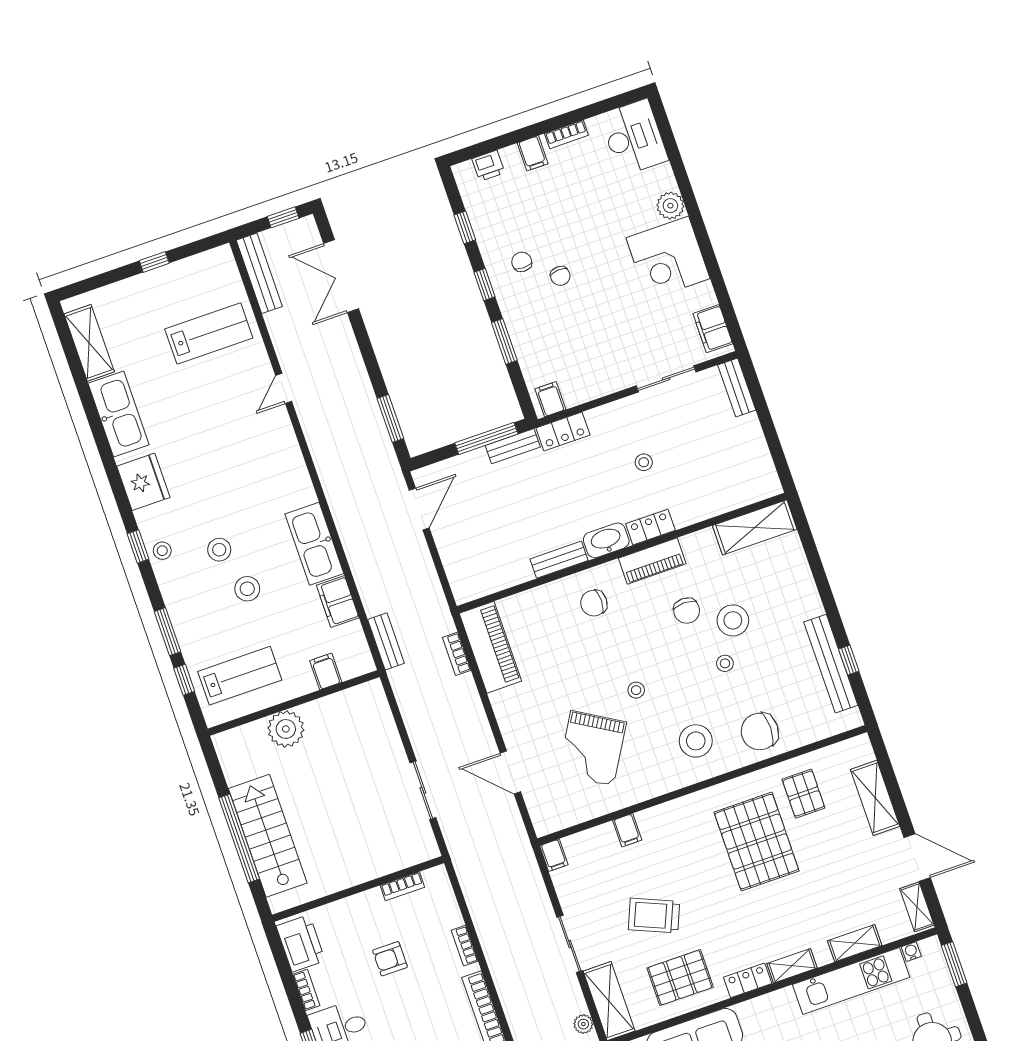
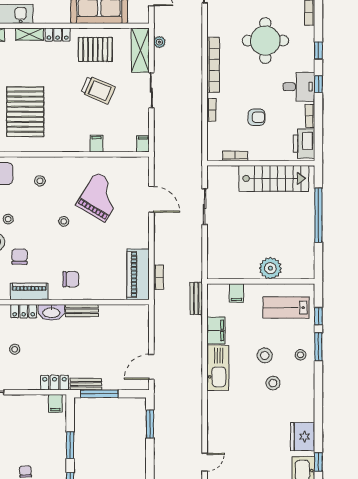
window: (138, 546) -> (318, 462), moved
stool: (162, 551) -> (300, 355), moved
stool: (696, 741) -> (40, 181), width x0.53, depth x0.53
stairs: (268, 836) -> (274, 178), moved, turned -90

